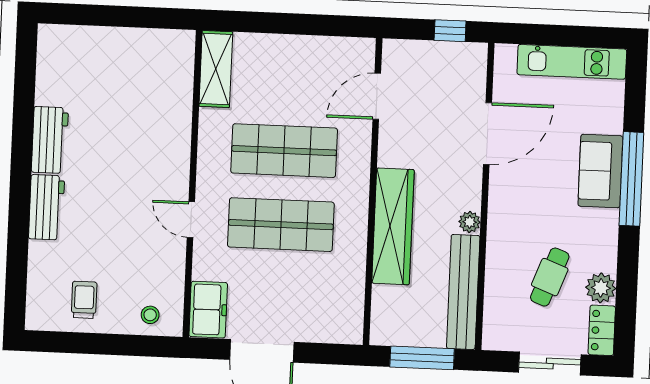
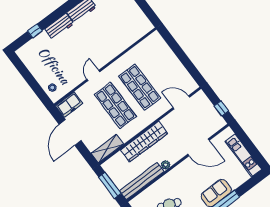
shelving: (216, 69) -> (107, 149), moved
window: (17, 260) -> (35, 31), added
trolley: (84, 300) -> (40, 63), removed

